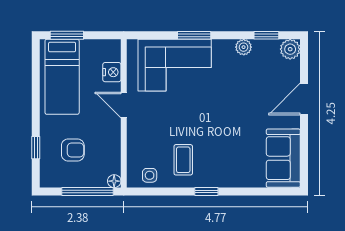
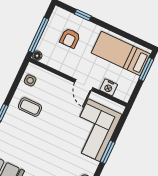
door: (124, 105) -> (84, 85), swing flipped

